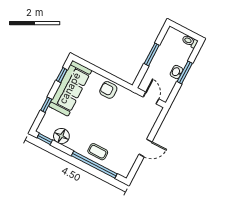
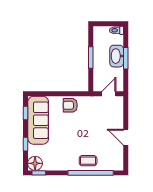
washbasin: (177, 72) -> (117, 56), width x1.91, depth x1.45
door: (151, 98) -> (109, 94), hinge flipped
floor lamp: (61, 136) -> (35, 163), moved
door: (145, 148) -> (126, 137), swing flipped

